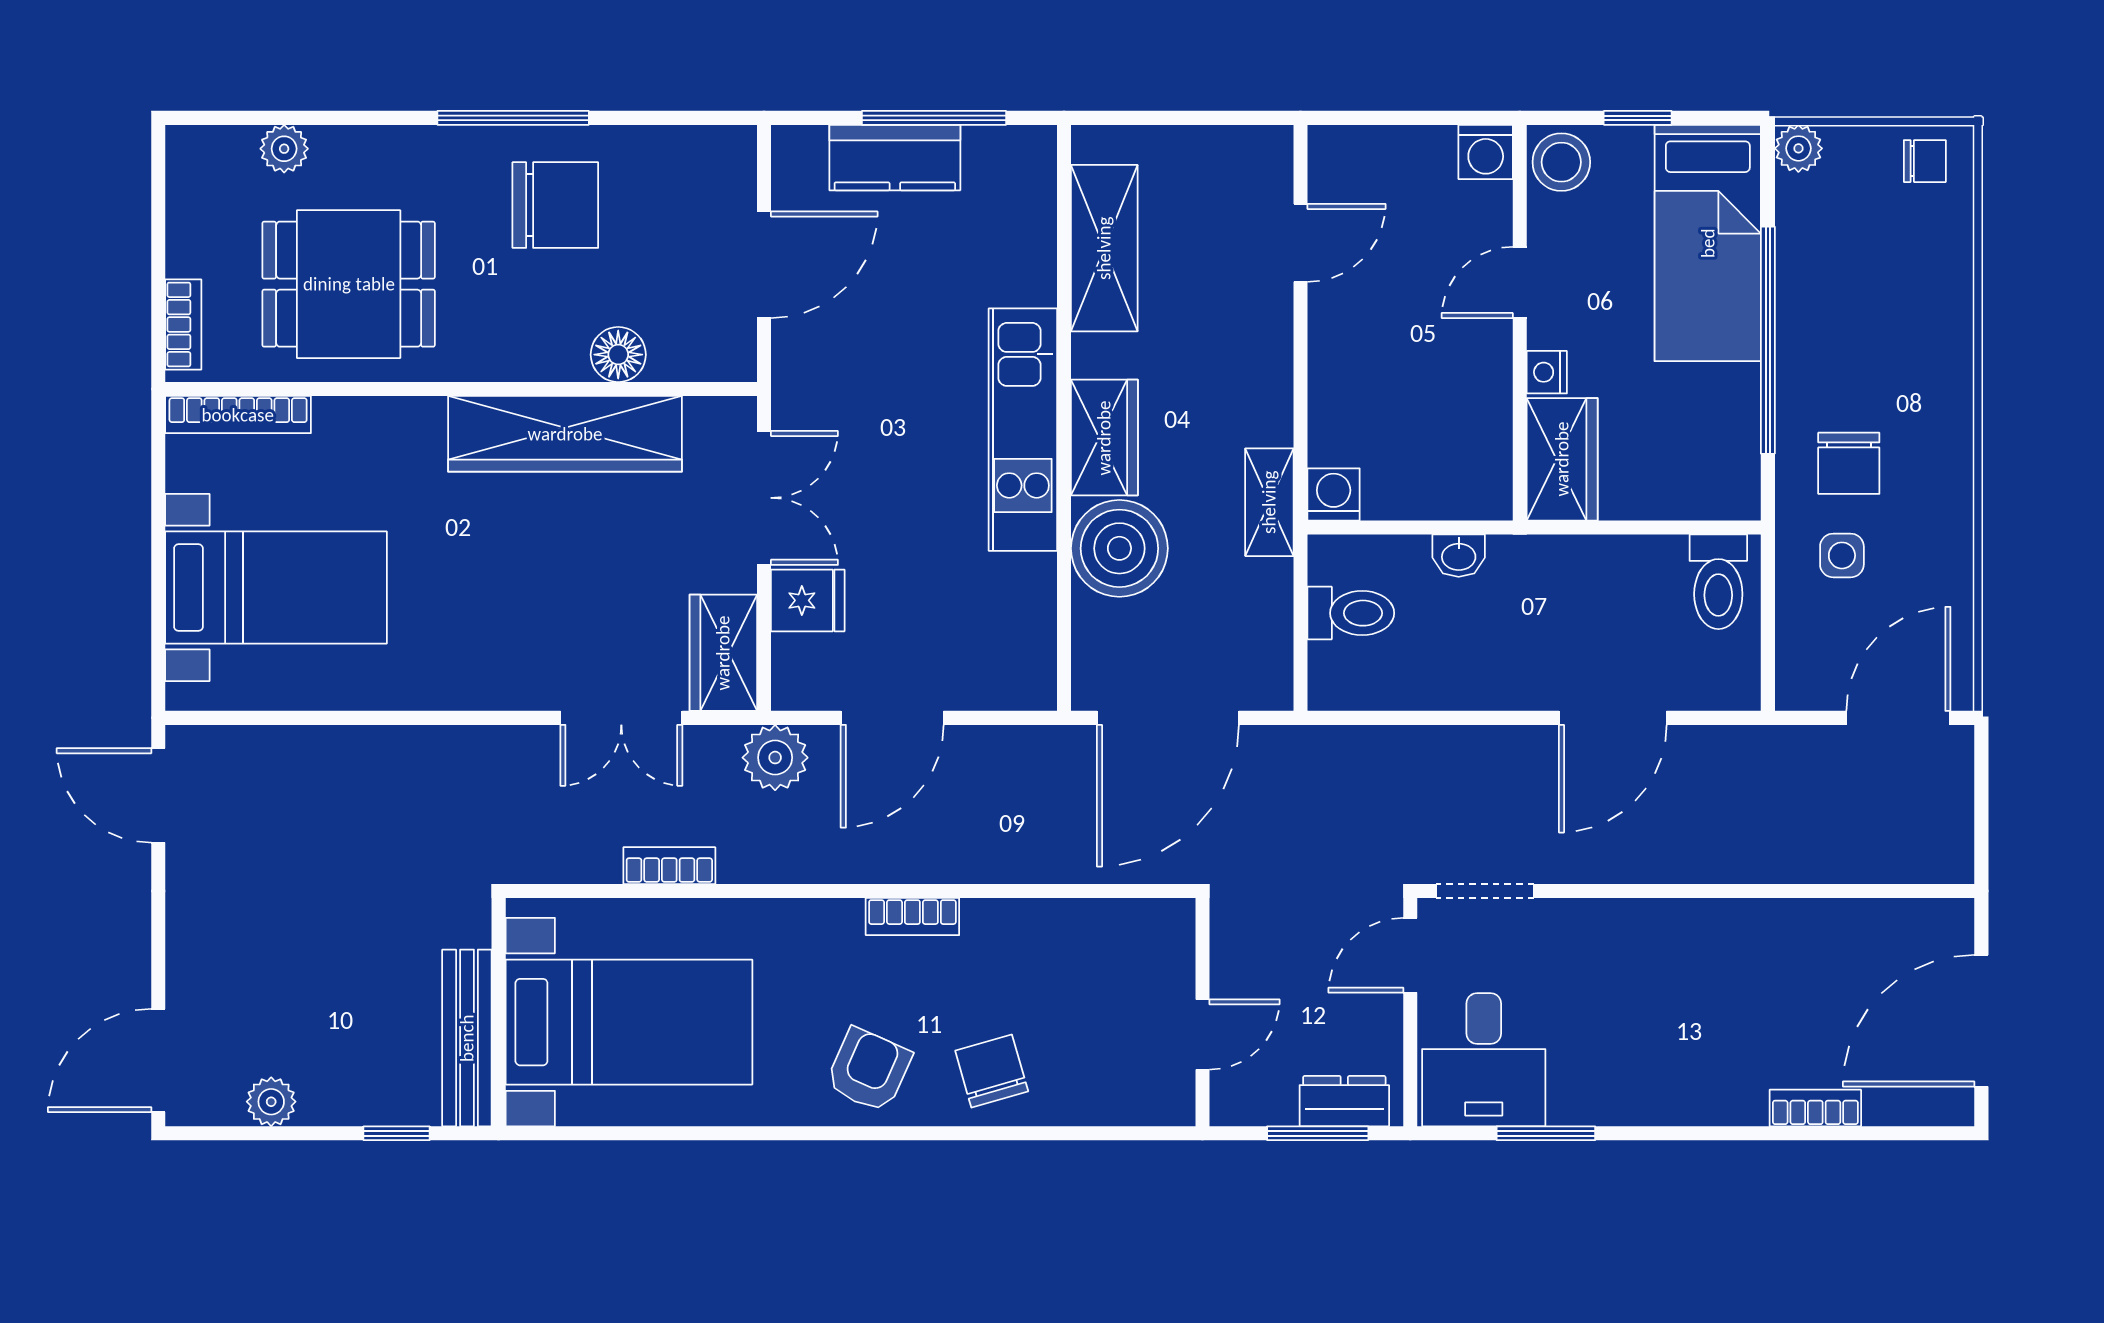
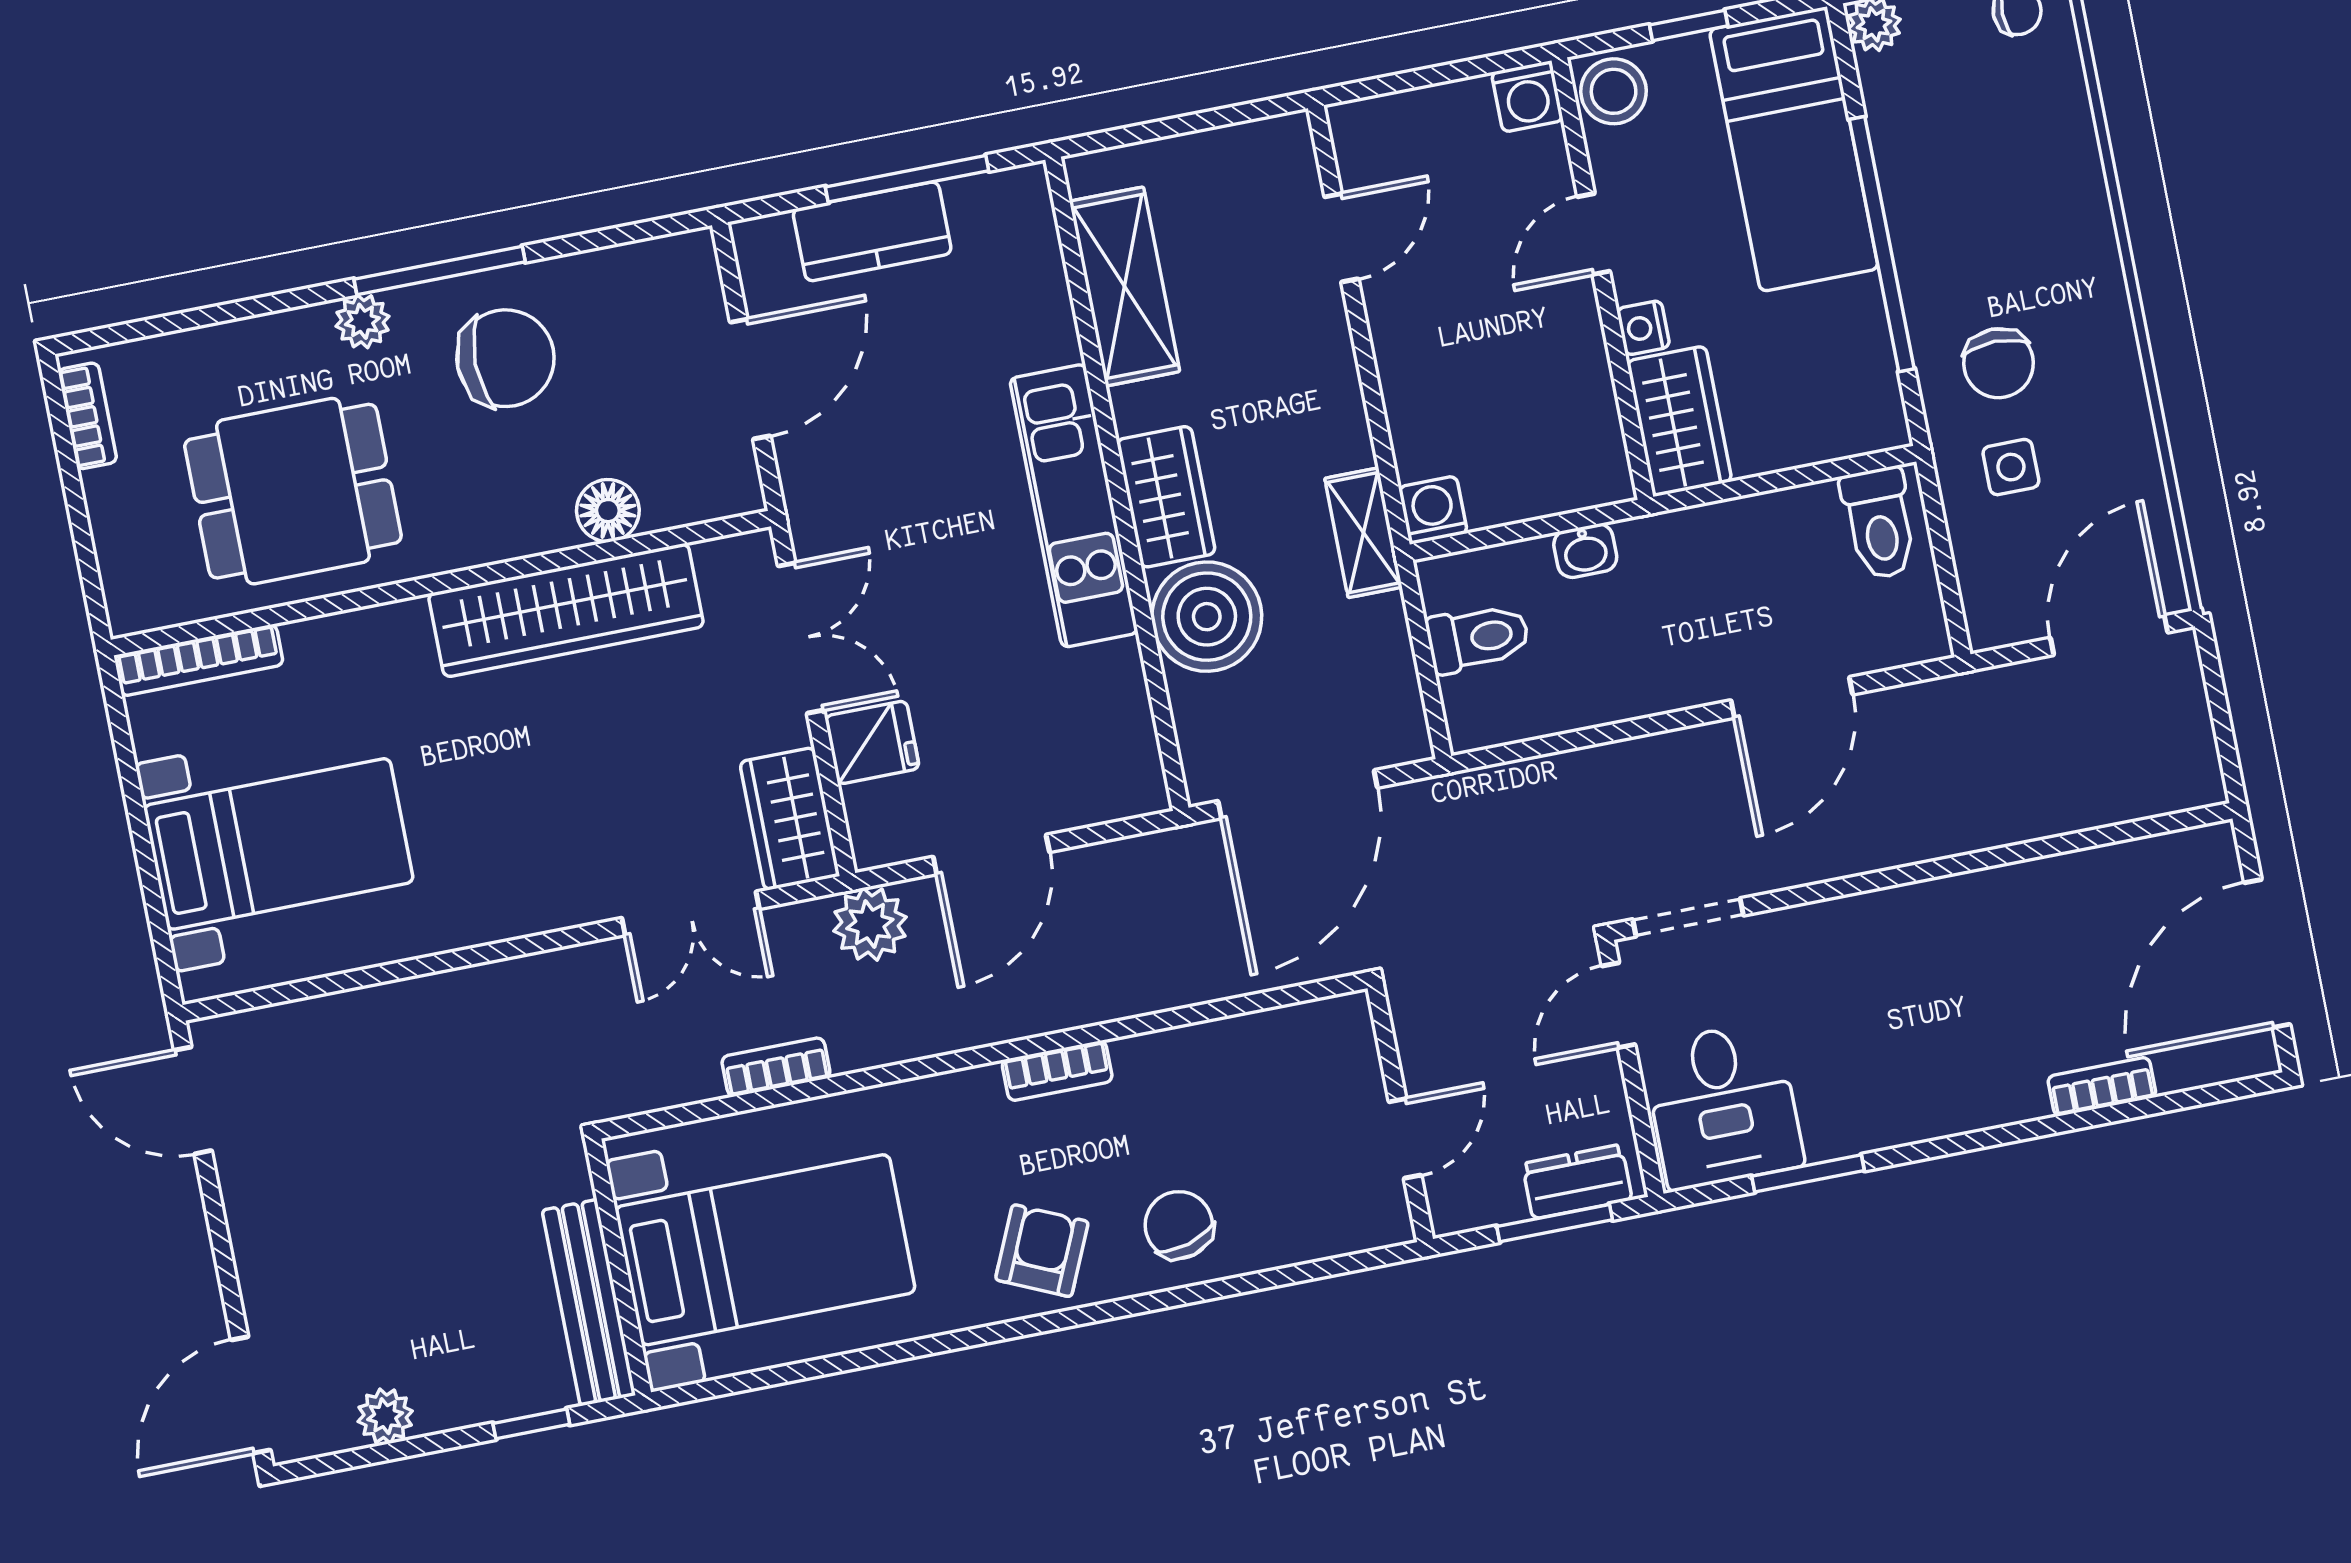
plant: (284, 149) -> (362, 321), moved
bookcase: (183, 324) -> (87, 416), moved

